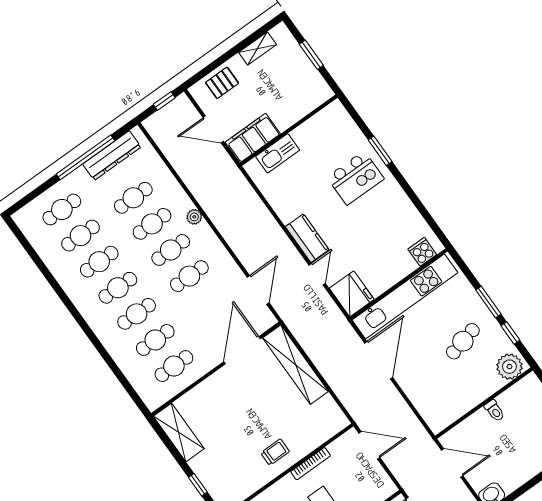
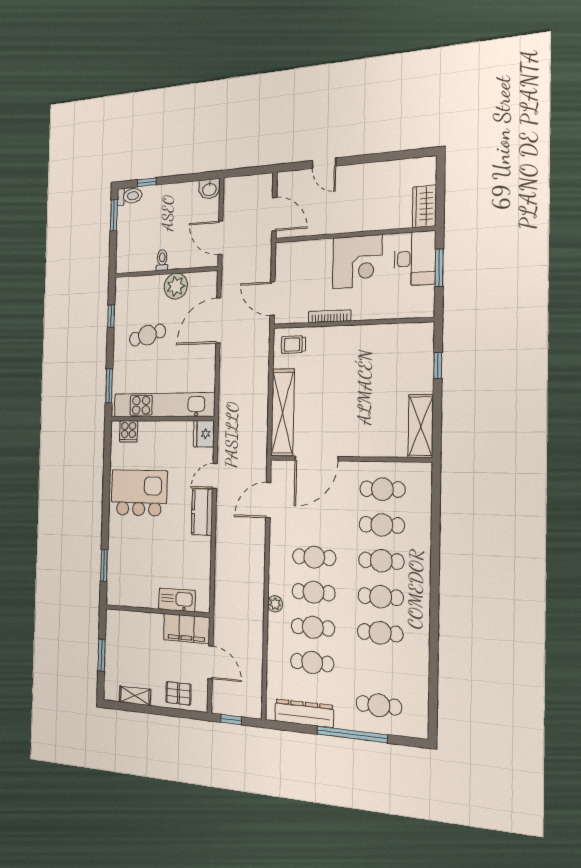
window: (380, 151) -> (104, 565), moved
window: (85, 157) -> (352, 734), moved
kitchen island: (355, 178) -> (139, 493), moved, width x1.37, depth x1.28
cafe table: (81, 236) -> (379, 669), removed
fridge: (352, 294) -> (204, 434), width x0.73, depth x0.75
window: (488, 302) -> (109, 386), moved
door: (379, 360) -> (219, 321), moved
plant: (509, 367) -> (176, 286), moved
trolley: (275, 452) -> (294, 345), moved

